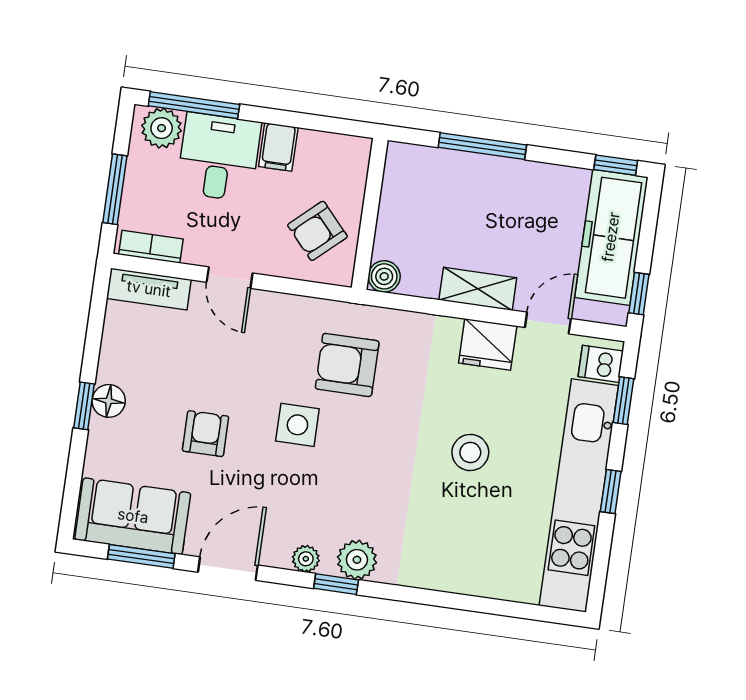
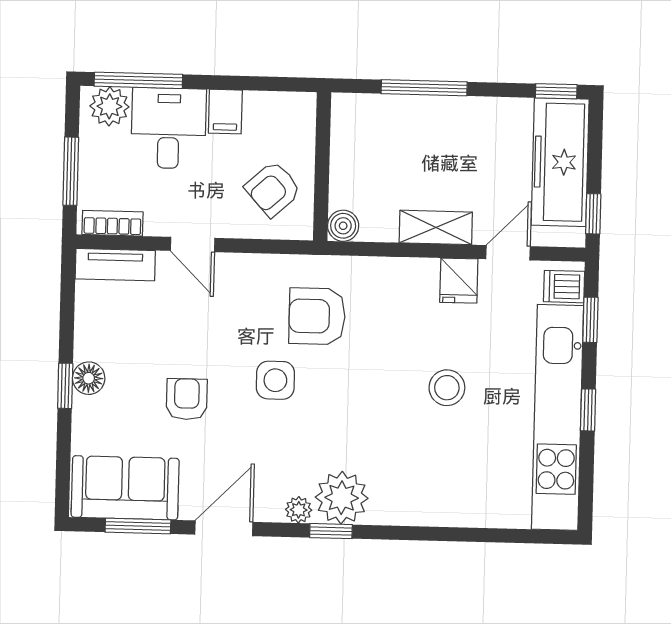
fridge: (488, 344) -> (459, 281), width x0.72
plant: (357, 560) -> (342, 498), width x1.36, depth x1.36

